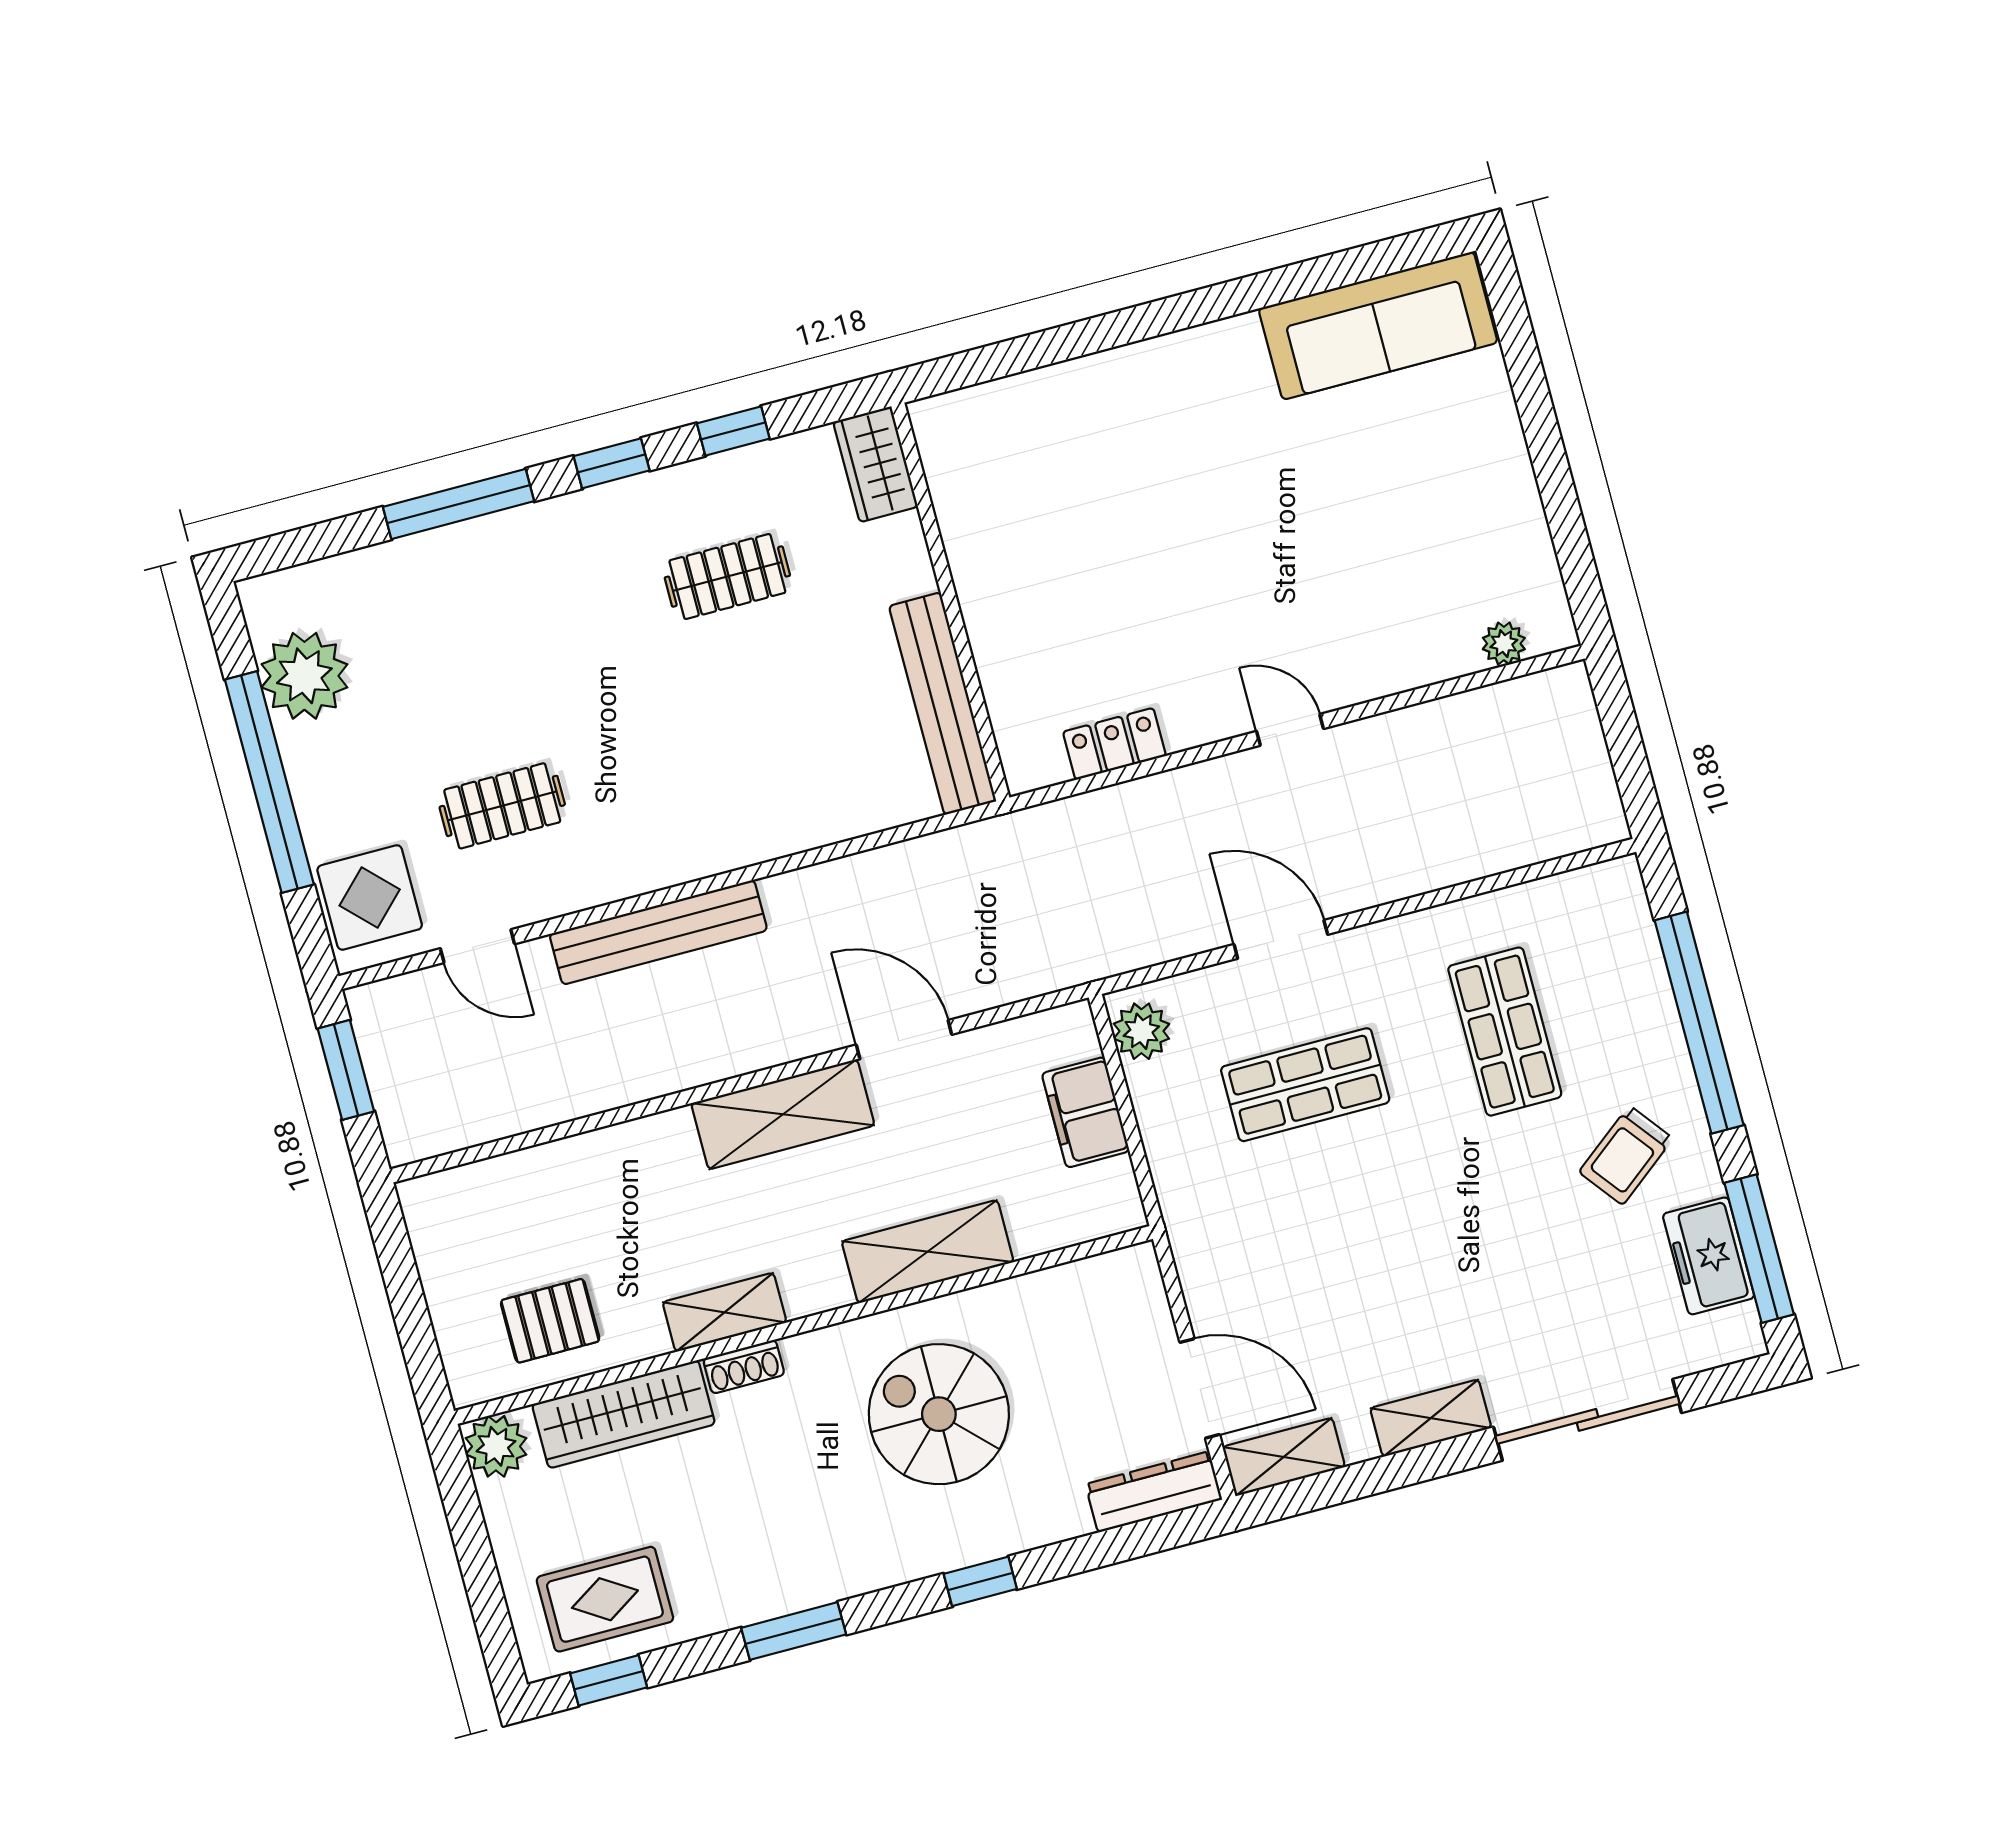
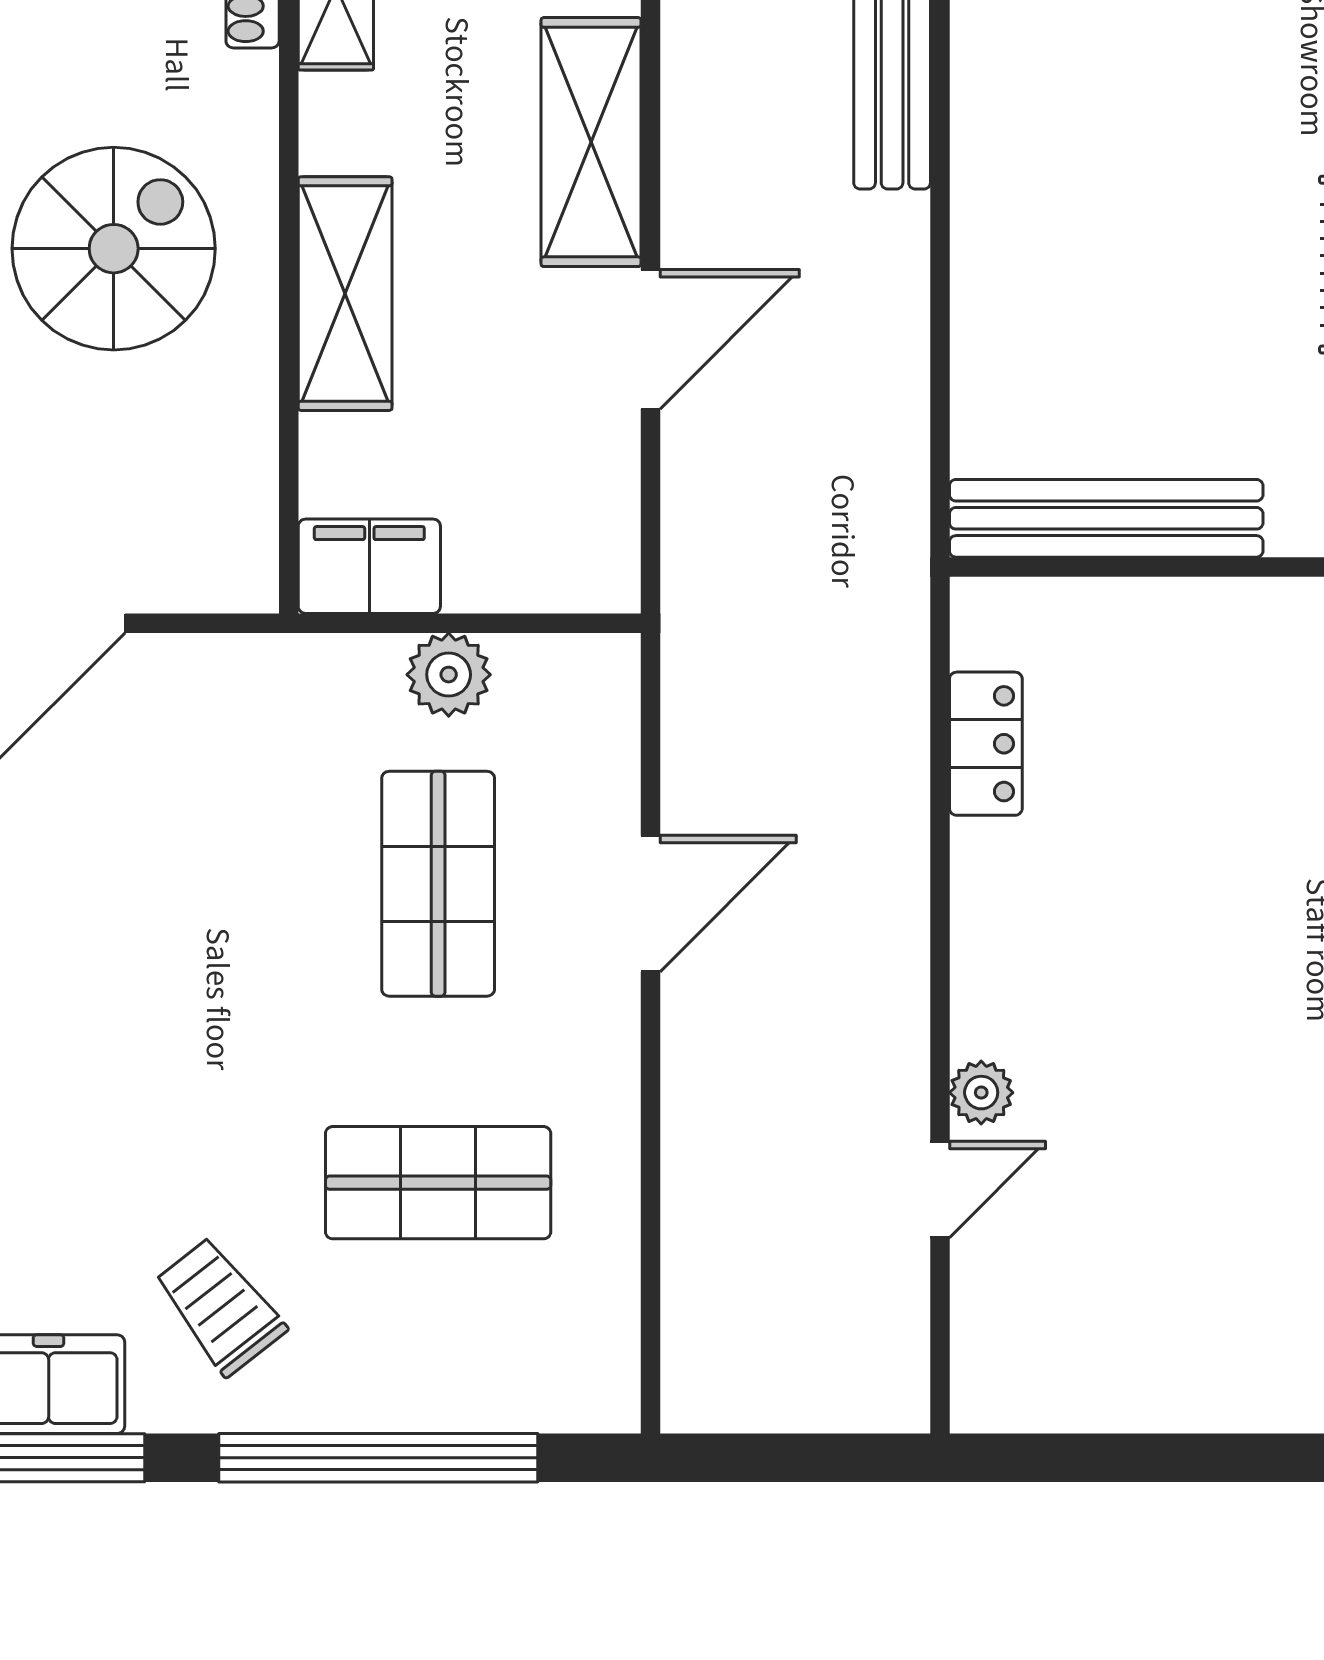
plant: (1504, 644) -> (981, 1093), moved
door: (1290, 730) -> (940, 1189), moved
plant: (1141, 1031) -> (449, 675), moved
filing cabinet: (1086, 1112) -> (369, 566), moved

